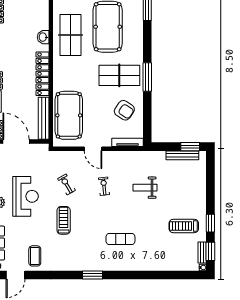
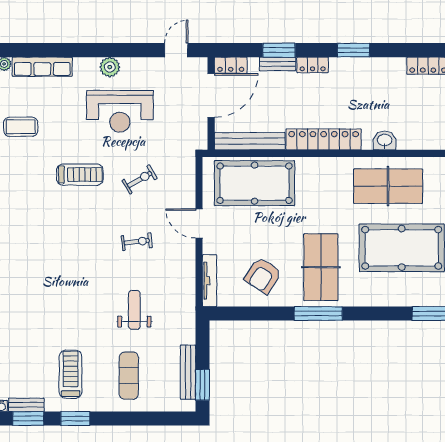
door: (93, 149) -> (199, 223), hinge flipped
exercise mat: (120, 239) -> (129, 376), moved

